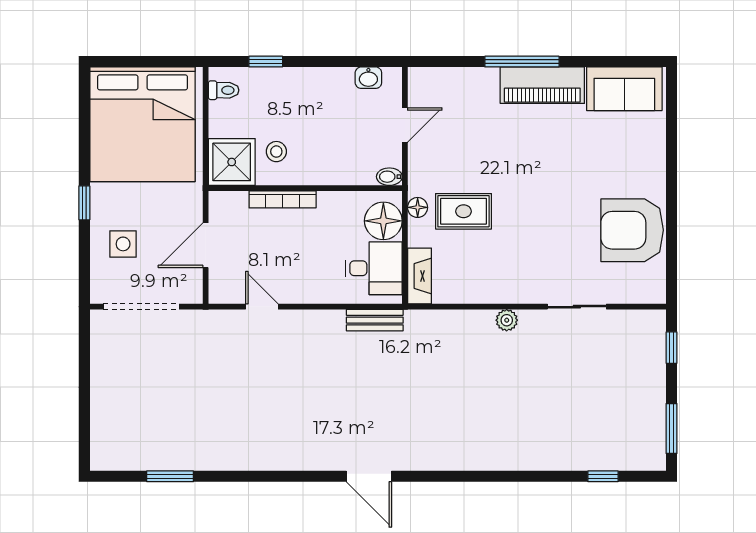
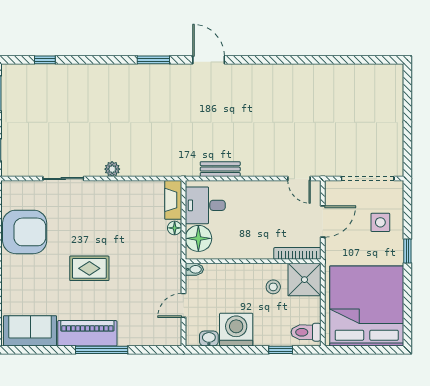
toilet: (224, 90) -> (306, 332), width x1.37, depth x1.39
washing machine: (329, 90) -> (236, 330), added
bookcase: (283, 199) -> (297, 253), moved
floor lamp: (418, 207) -> (175, 228), moved
rug: (464, 211) -> (89, 268), moved
door: (262, 307) -> (299, 179), moved
bench: (375, 320) -> (220, 169), moved
window: (170, 476) -> (153, 60), moved

